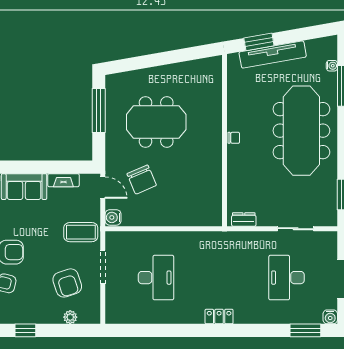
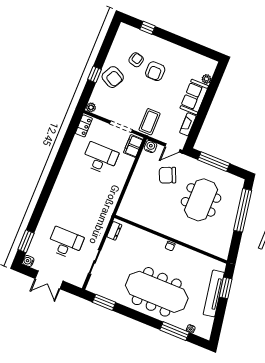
window: (147, 61) -> (243, 210), added
window: (99, 111) -> (214, 162), moved
filing cabinet: (122, 241) -> (133, 146), added
desk: (156, 278) -> (100, 158), turned 180
armchair: (67, 283) -> (113, 77), moved, turned -135
plant: (70, 317) -> (91, 107), moved
locker: (219, 317) -> (84, 126), moved
window: (25, 330) -> (94, 74), moved

